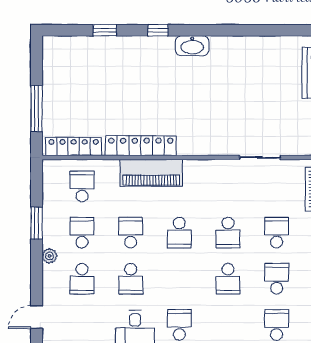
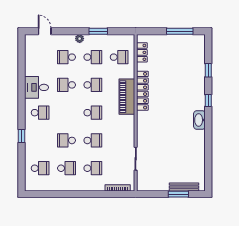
window: (37, 109) -> (180, 31), moved
locker: (74, 147) -> (142, 52), width x0.66
school desk: (179, 233) -> (93, 113), turned 180
school desk: (228, 233) -> (93, 140), turned 180

